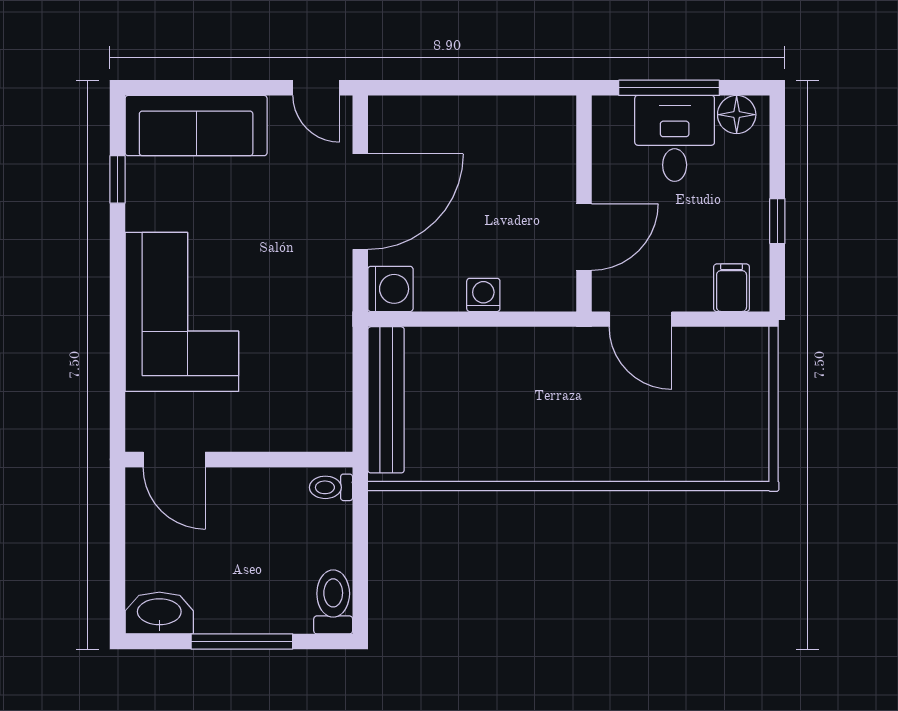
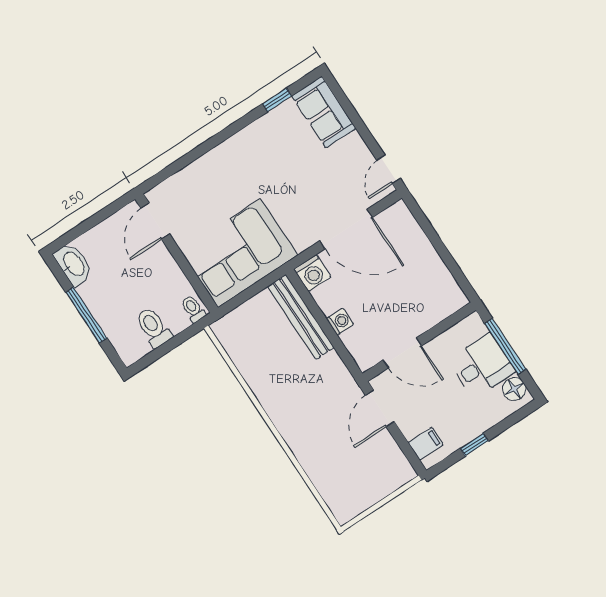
sofa: (196, 126) -> (324, 112), width x0.73
corner sofa: (182, 312) -> (239, 253), moved, turned 180
bench: (386, 400) -> (301, 317), moved, turned 90
toilet: (333, 602) -> (154, 328), moved, turned -90

